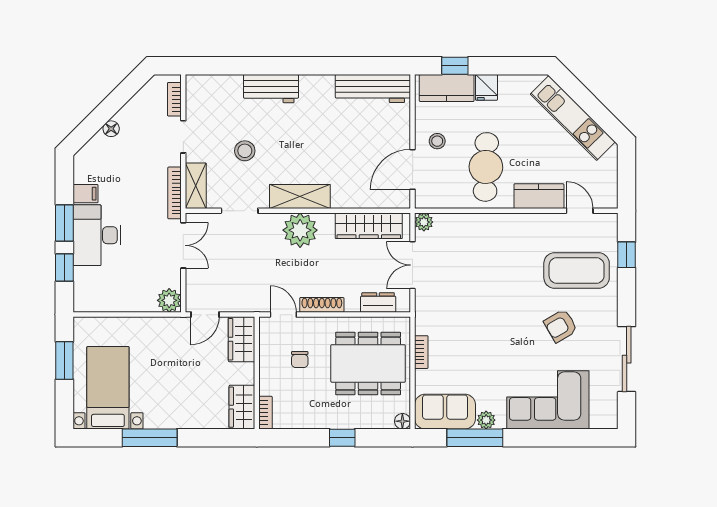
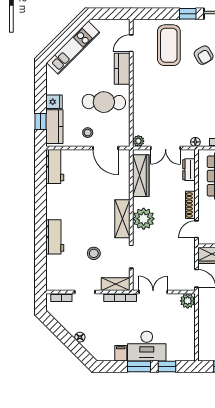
workbench: (373, 89) -> (55, 167), width x0.73
window: (627, 255) -> (188, 14), moved
floor lamp: (422, 313) -> (195, 142), added

